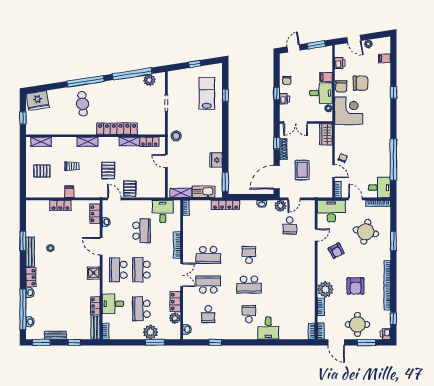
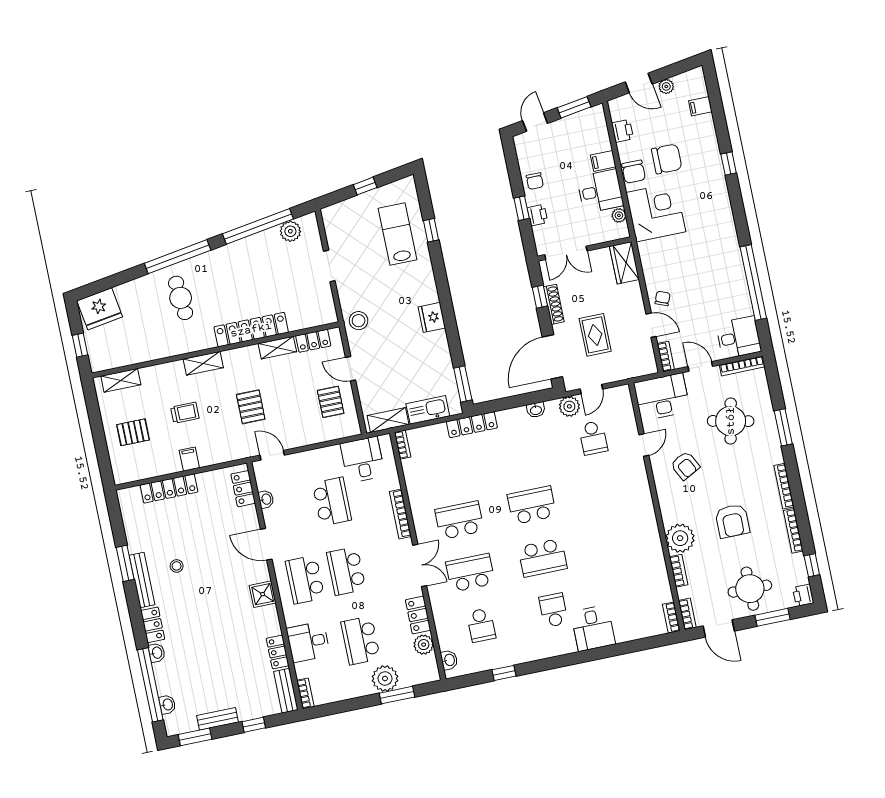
fridge: (216, 160) -> (432, 317), moved
pallet: (130, 189) -> (331, 402), moved
locker: (60, 205) -> (169, 488), width x1.53
school desk: (208, 255) -> (459, 520), turned 180
school desk: (249, 255) -> (532, 505), width x1.85

